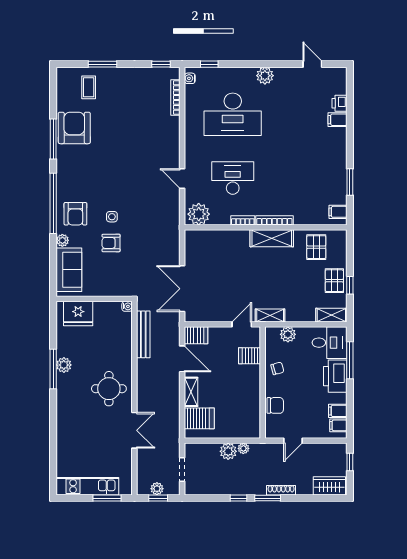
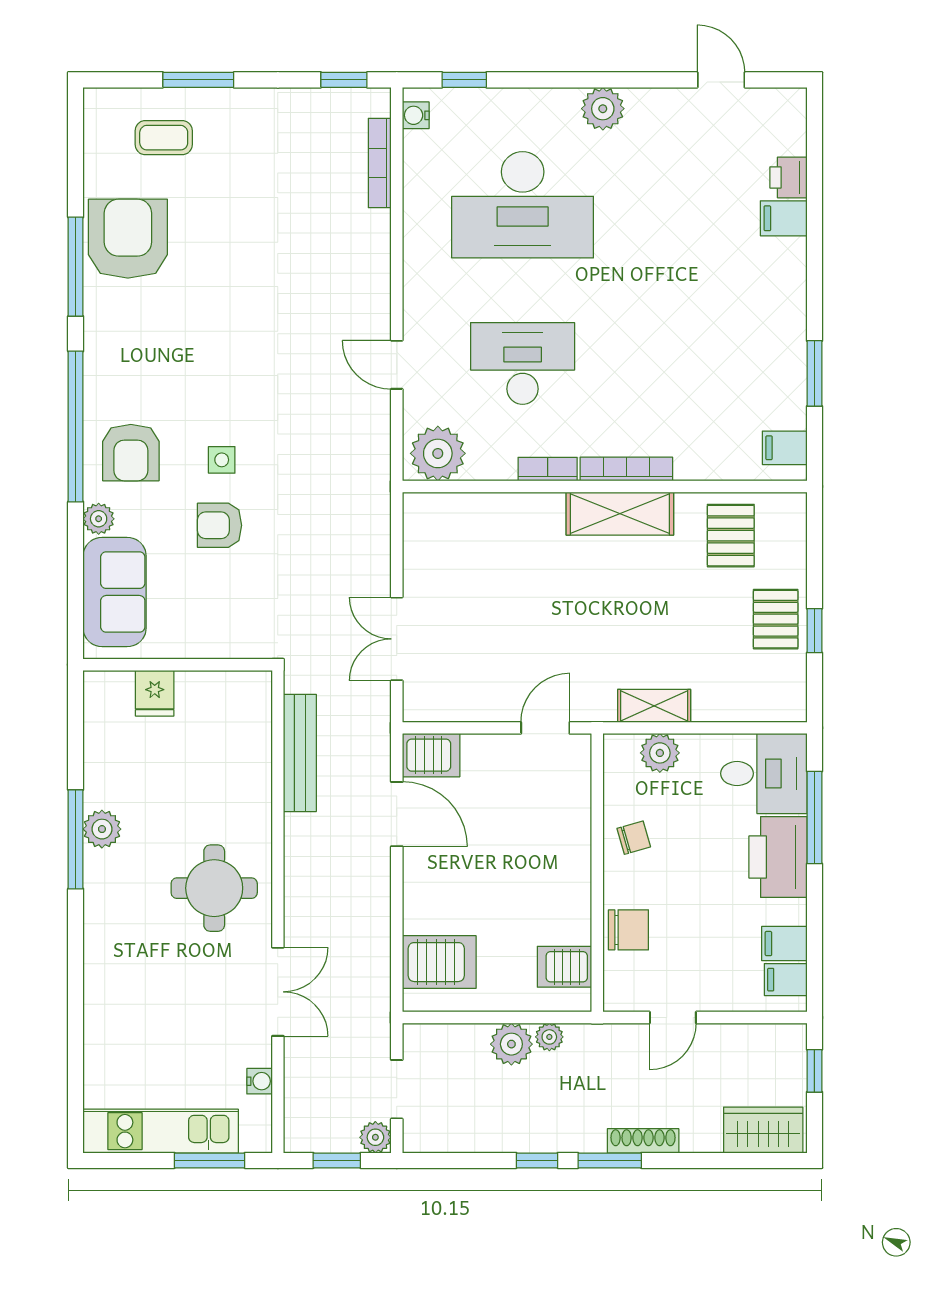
coffee table: (89, 87) -> (164, 138), turned 90
double door: (182, 289) -> (397, 639), width x0.73
water cooler: (127, 306) -> (260, 1081), moved
fridge: (78, 314) -> (155, 693), width x0.53, depth x0.75
shelving: (270, 315) -> (654, 706), moved
shelving: (331, 315) -> (768, 705), removed
server rack: (250, 356) -> (565, 967), moved
shelving: (191, 392) -> (419, 896), removed
plant: (157, 489) -> (375, 1137), moved

